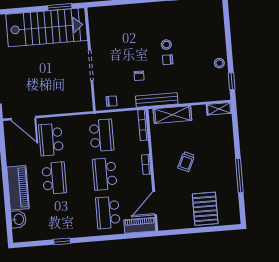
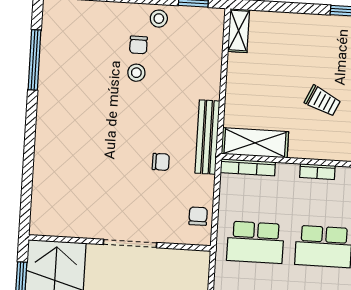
stool: (166, 45) -> (136, 73), moved
chair: (168, 60) -> (138, 45), moved
shelving: (172, 115) -> (255, 143), moved, turned 90
school desk: (101, 135) -> (255, 242), turned 180

